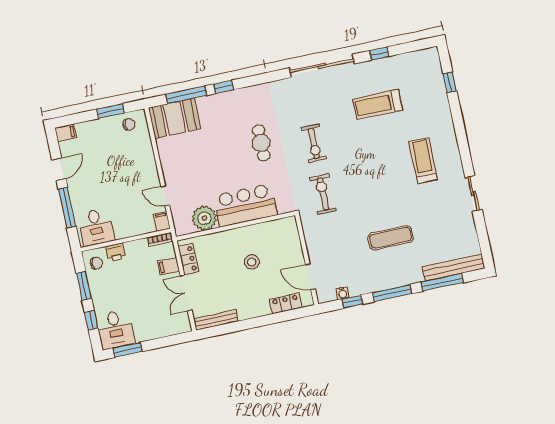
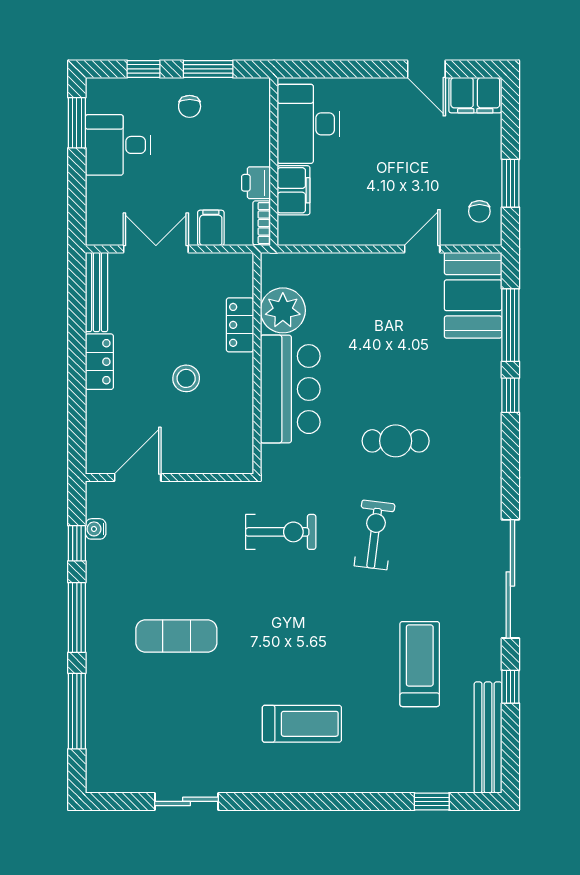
filing cabinet: (66, 133) -> (475, 95), width x2.00
exercise bike: (314, 143) -> (375, 535), turned 97
sliding door: (474, 194) -> (187, 801), moved
door: (165, 196) -> (422, 249), moved
window: (67, 208) -> (355, 69), removed
filing cabinet: (162, 221) -> (294, 190), moved, width x2.00
desk: (96, 227) -> (308, 124), width x1.37
exercise mat: (391, 238) -> (176, 636), turned 90
printer: (116, 252) -> (256, 183), moved
locker: (188, 259) -> (240, 325), moved, turned 90
chair: (96, 263) -> (190, 106), moved
bench: (454, 267) -> (488, 737), moved
locker: (286, 303) -> (99, 362), moved
desk: (115, 329) -> (118, 145), moved

